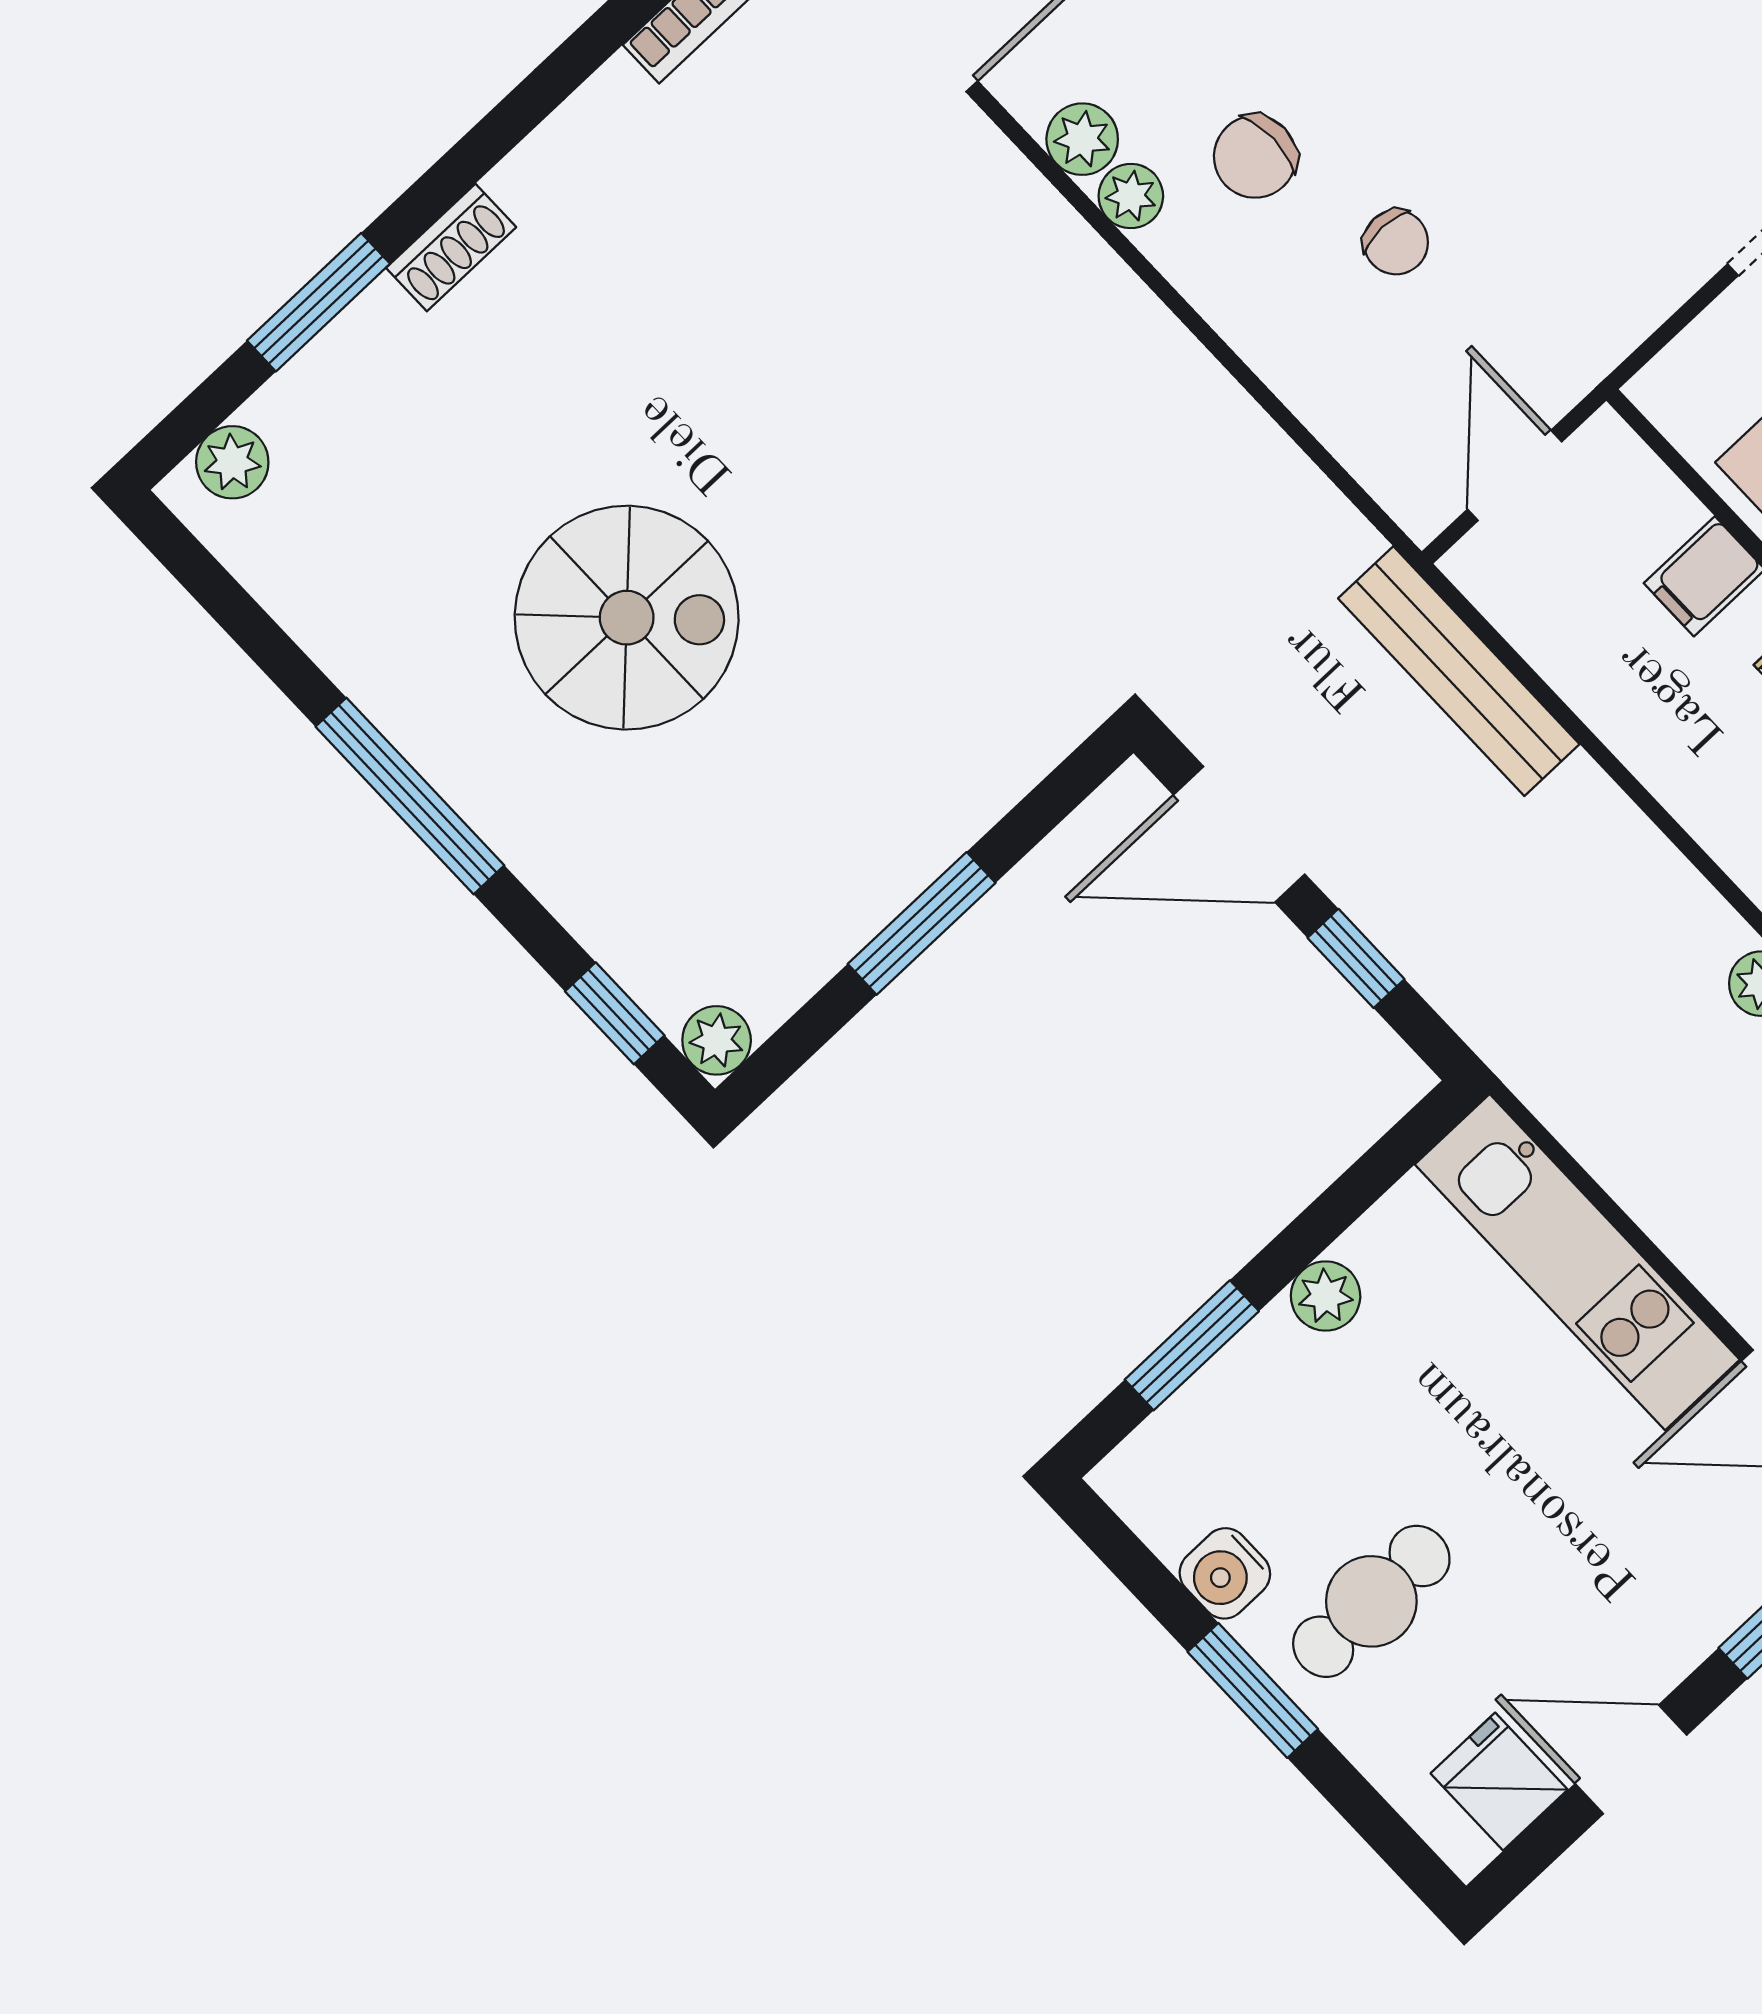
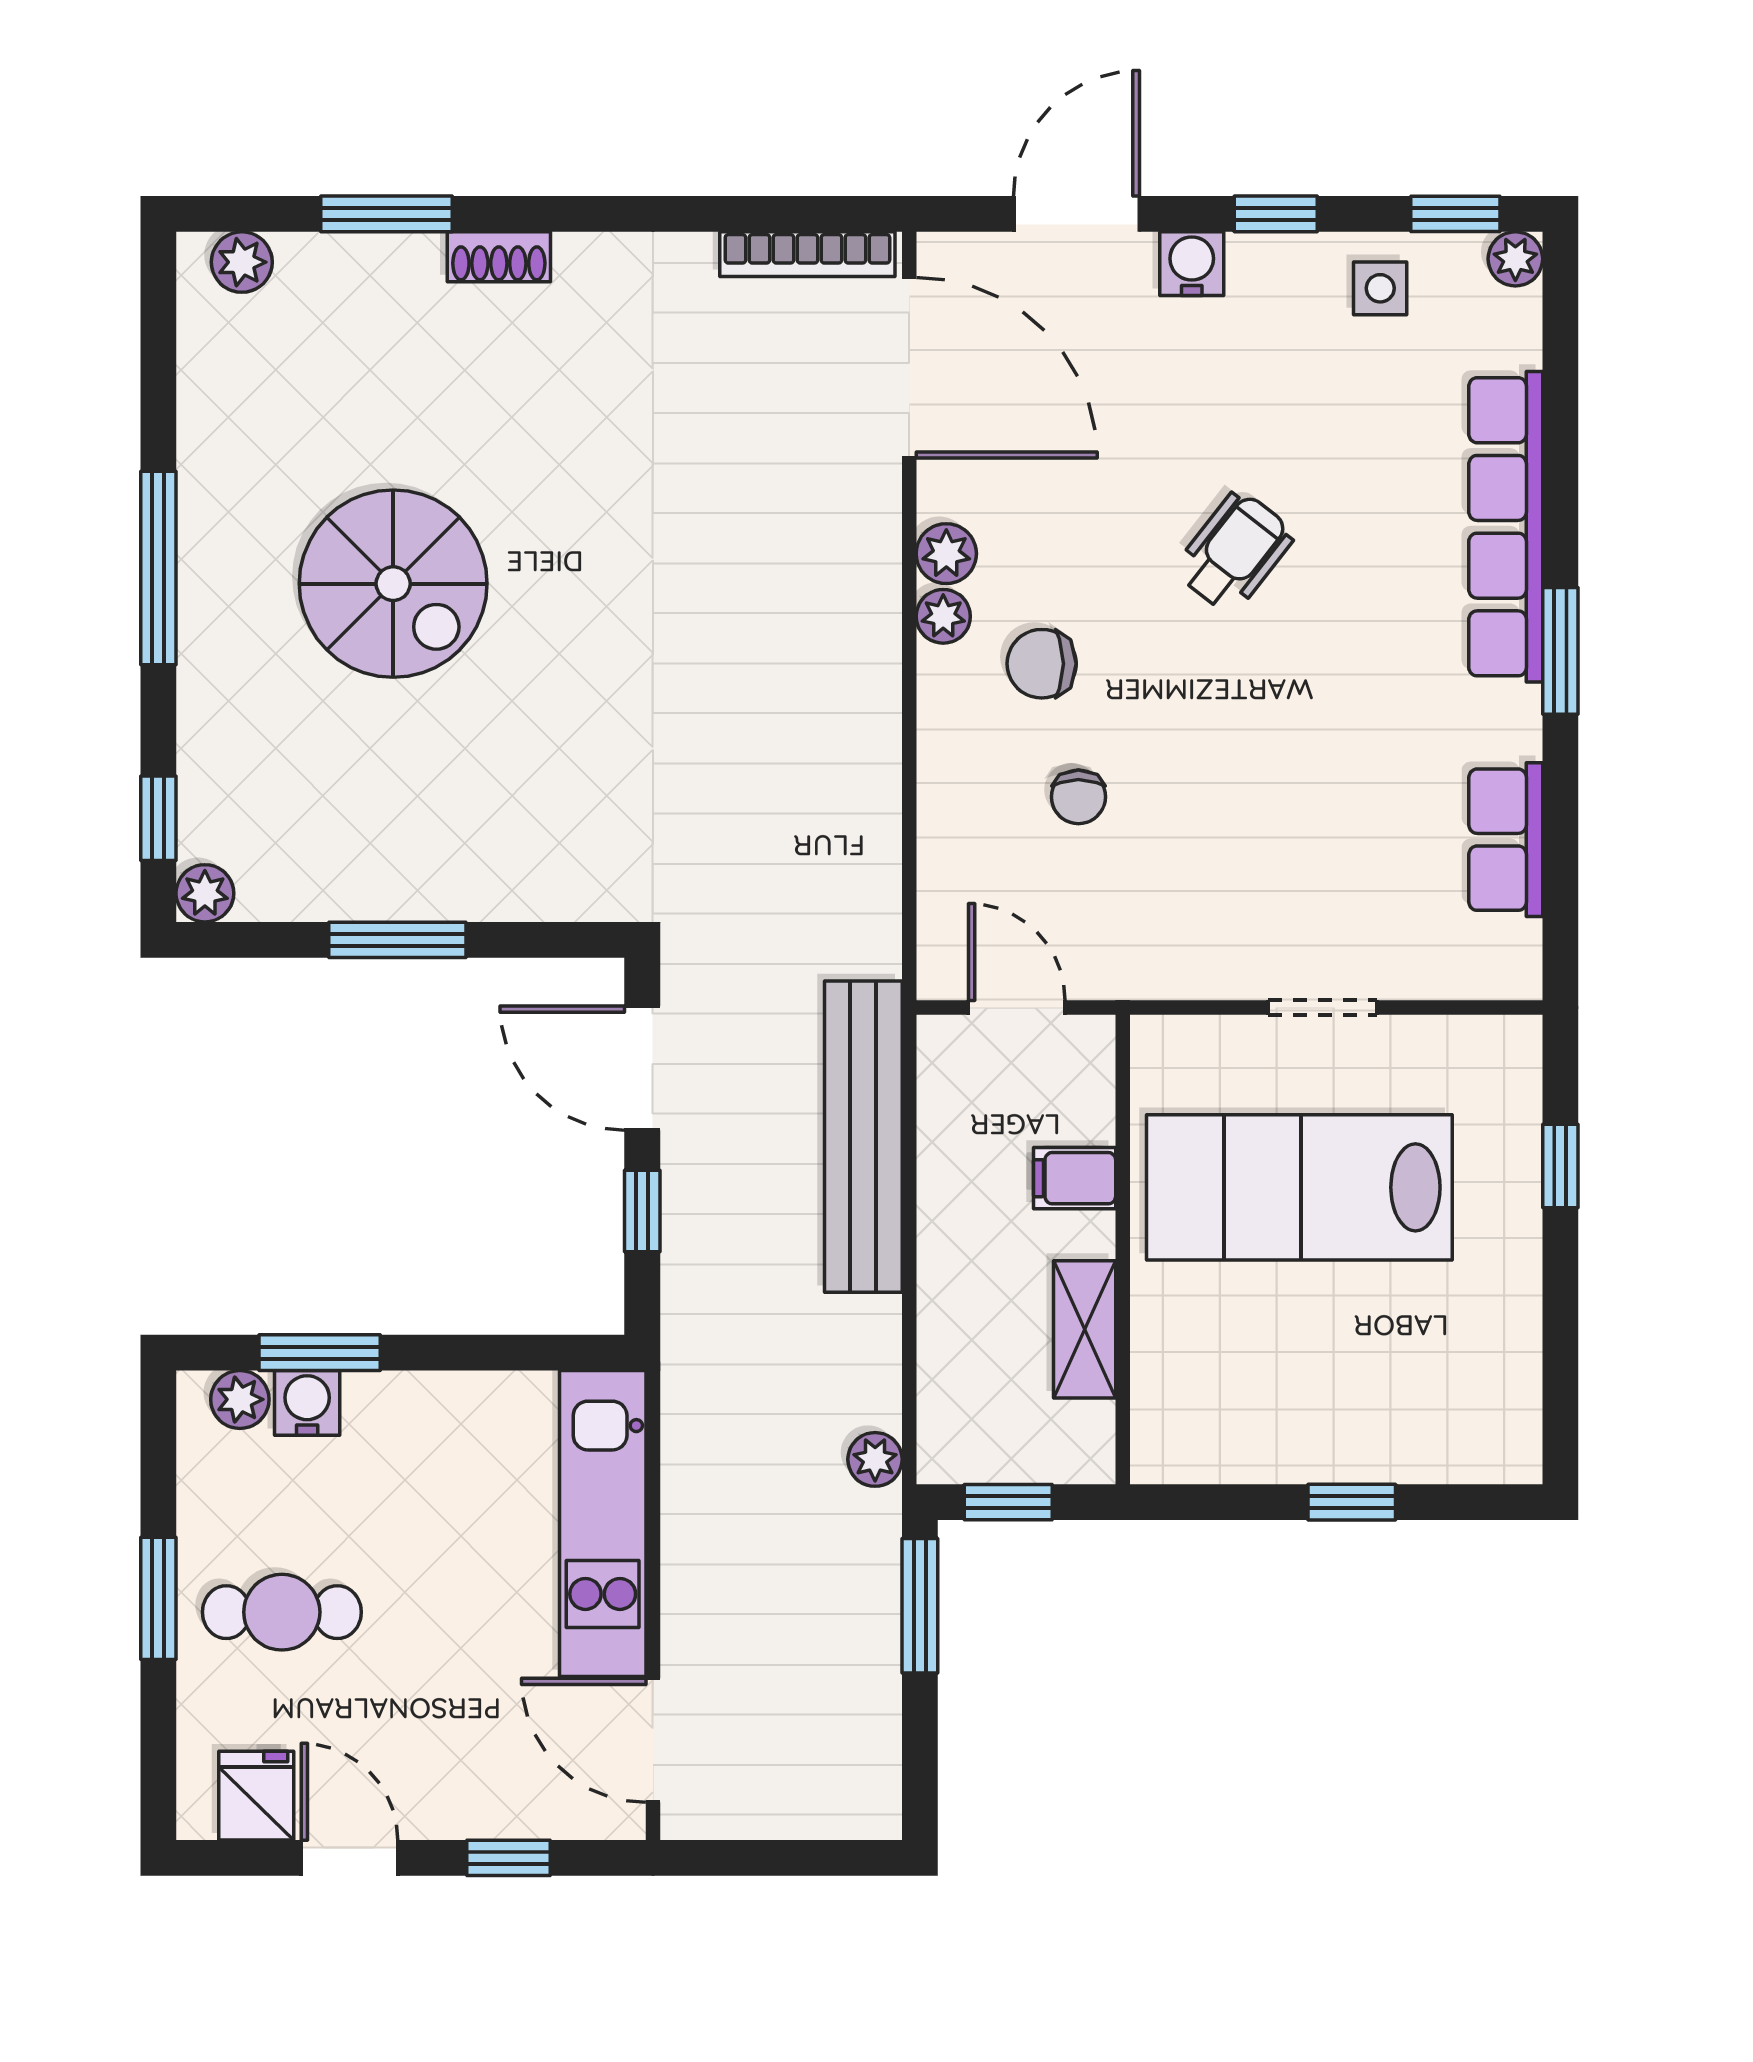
door: (1515, 475) -> (1017, 1007), hinge flipped
bench: (1459, 671) -> (863, 1137), width x1.37, depth x1.21
plant: (1326, 1296) -> (240, 1399), moved
water cooler: (1225, 1573) -> (307, 1403), moved, turned 90

